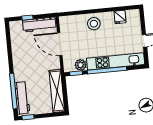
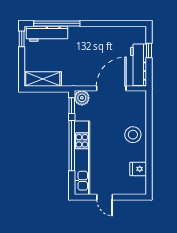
plant: (81, 65) -> (82, 98), moved
shelving: (57, 91) -> (43, 79), width x0.68

